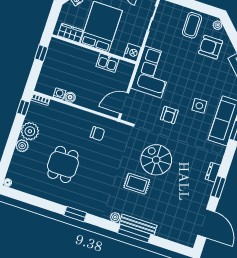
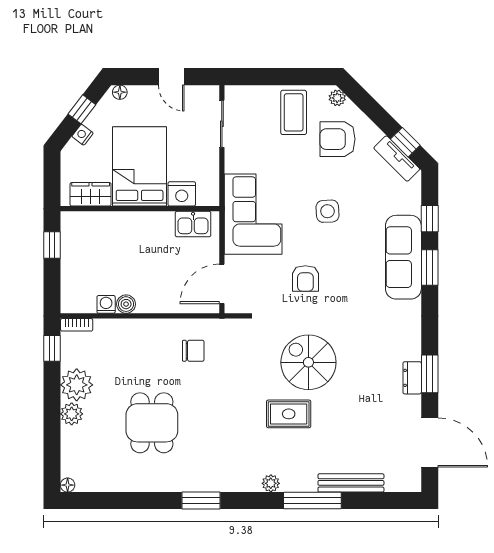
nightstand: (132, 52) -> (182, 194), moved, turned 90
kitchen sink: (108, 63) -> (193, 224), moved
side table: (199, 106) -> (328, 211), moved
dresser: (213, 172) -> (412, 378), moved
bench: (138, 225) -> (351, 483), moved

